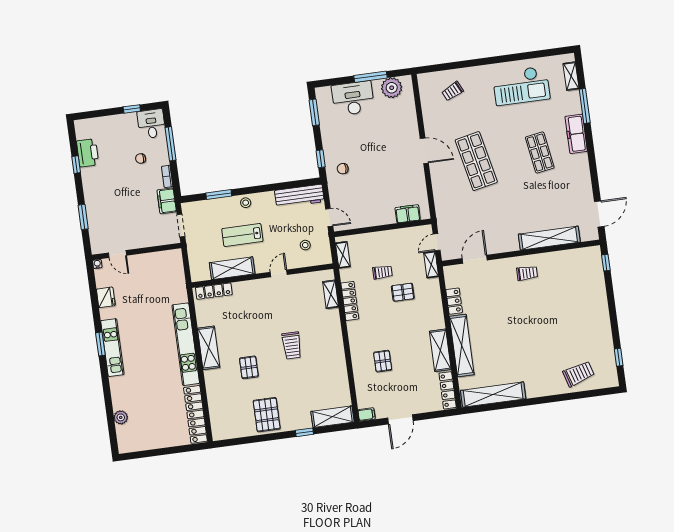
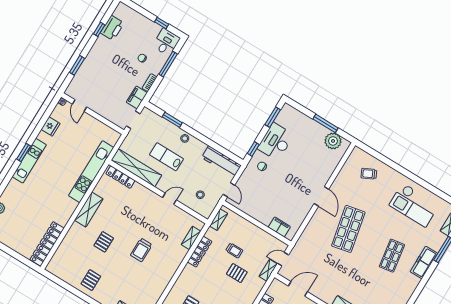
desk: (353, 98) -> (276, 142), moved, turned -90
shelving: (232, 268) -> (136, 168), width x1.47
kitchen unit: (186, 344) -> (91, 172), moved
pallet: (267, 415) -> (91, 280), width x0.67, depth x0.71

